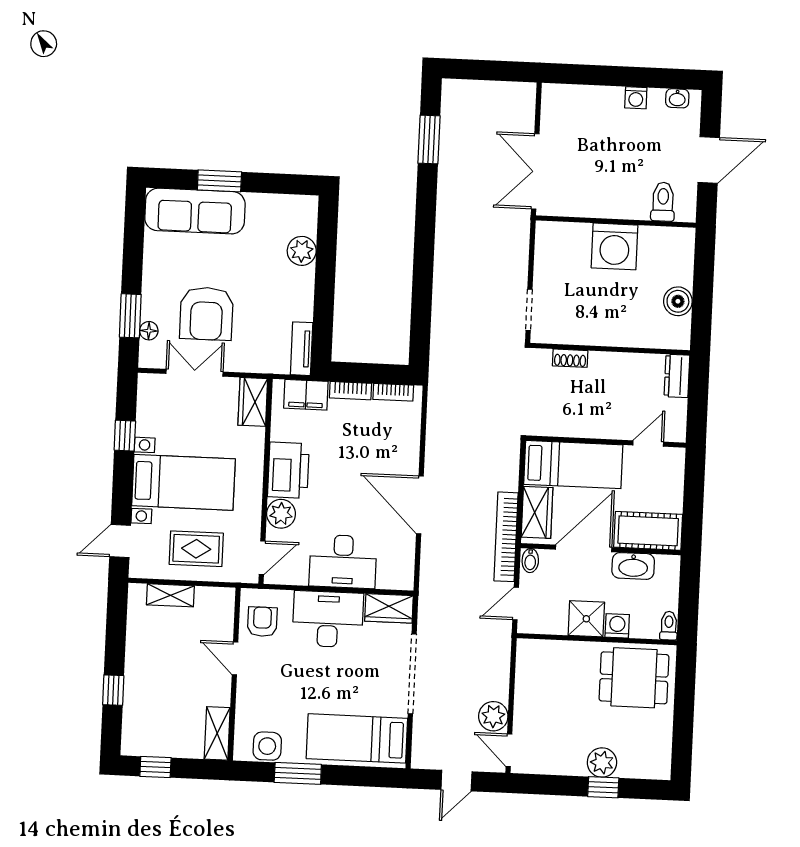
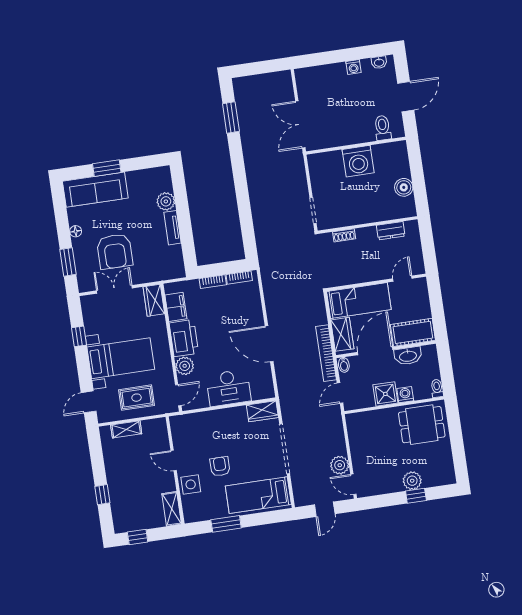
floor lamp: (149, 331) -> (76, 231), moved
tv unit: (302, 349) -> (172, 228), moved
dresser: (677, 376) -> (391, 231), moved, turned -90
filing cabinet: (306, 395) -> (176, 307), moved, turned -90
desk: (328, 619) -> (226, 425), removed
armchair: (262, 622) -> (220, 466), moved
side table: (267, 746) -> (191, 484), moved

